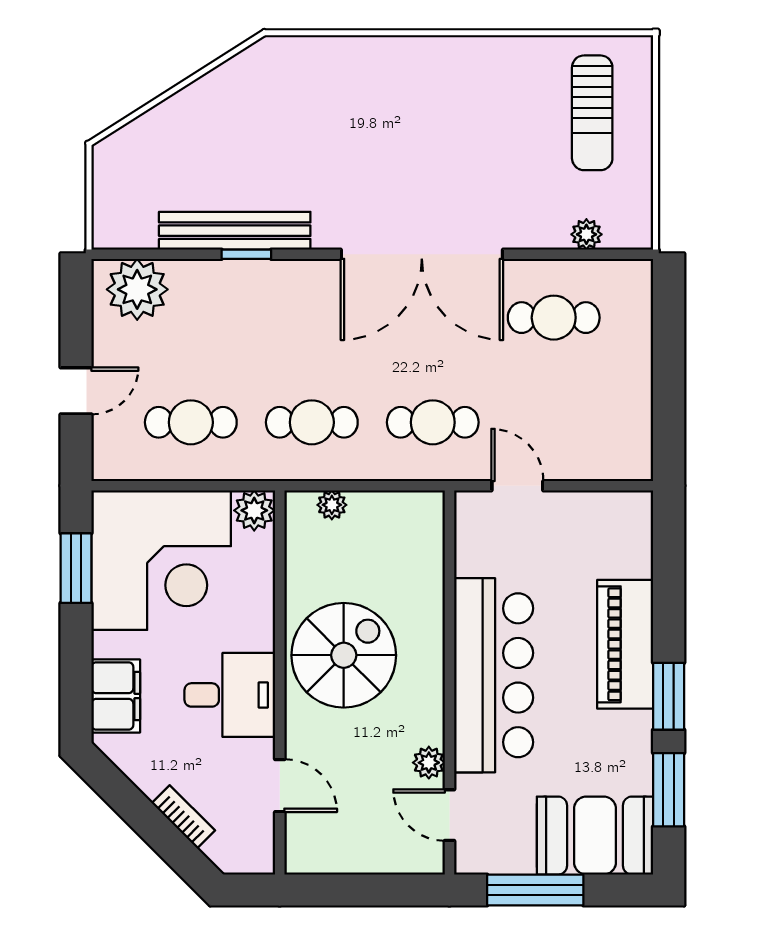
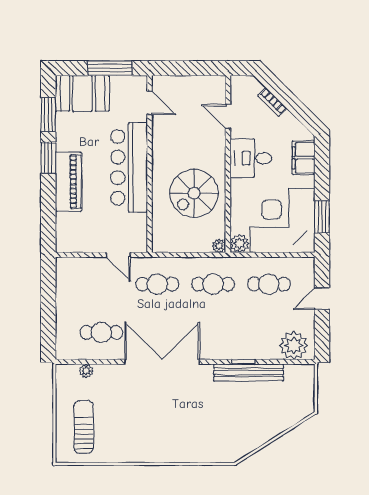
plant: (332, 505) -> (219, 246), moved
spiral stairs: (344, 655) -> (194, 193), moved
plant: (429, 763) -> (159, 127), removed

